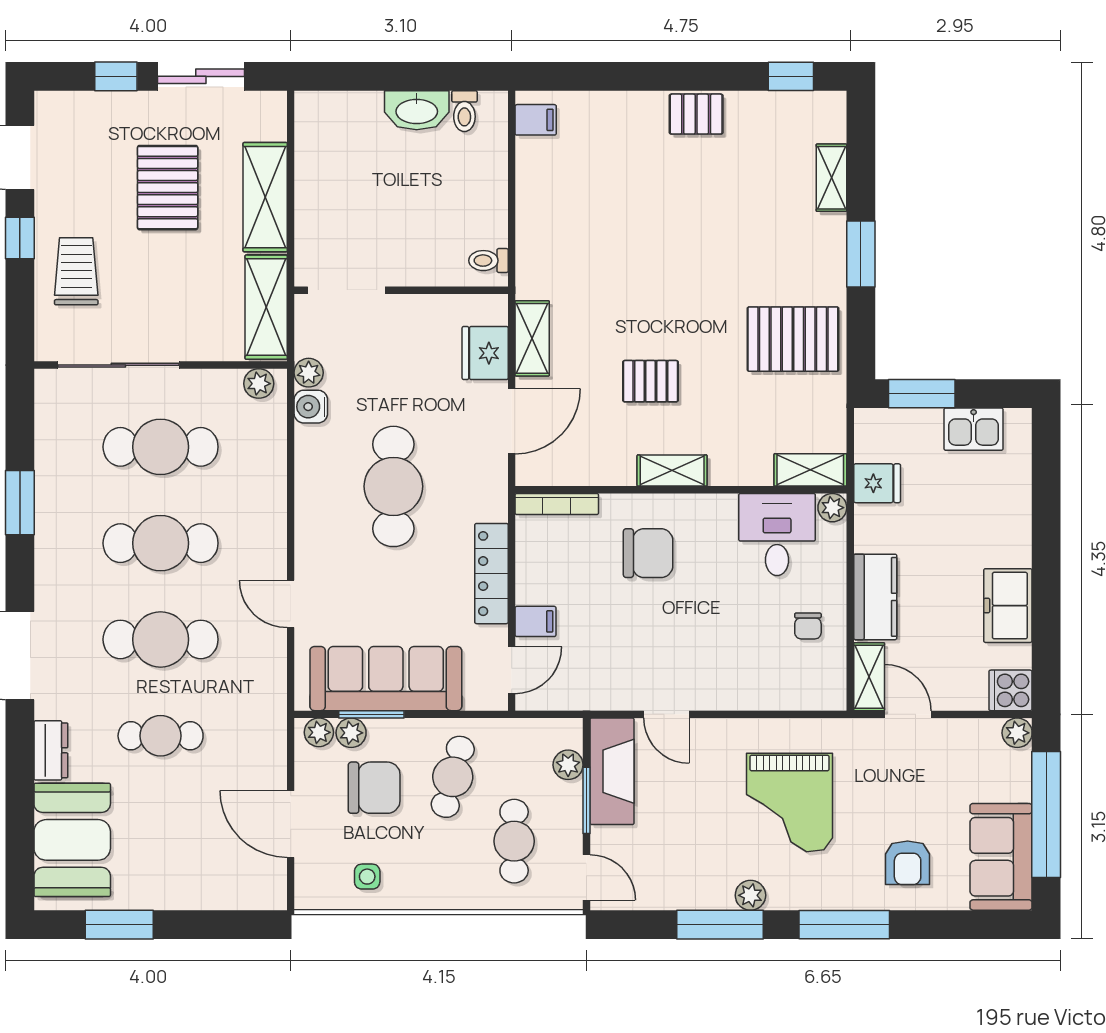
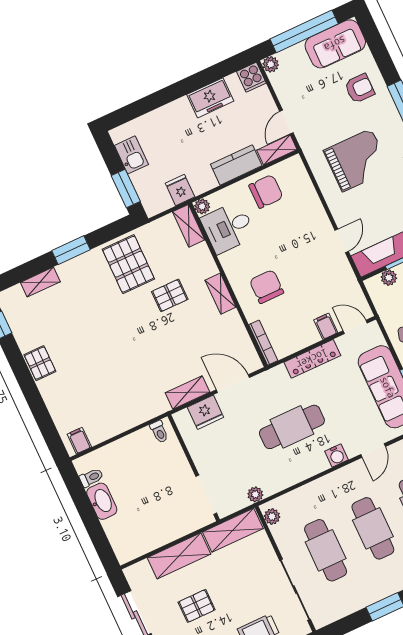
pallet: (168, 188) -> (197, 606), width x0.67, depth x0.71
pallet: (650, 381) -> (170, 295), moved, turned 90
water cooler: (311, 407) -> (336, 455), moved
chair: (808, 626) -> (266, 191), width x1.87, depth x1.87

